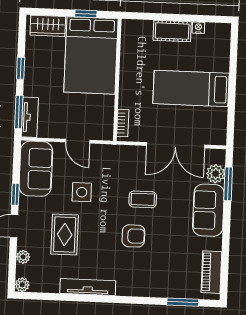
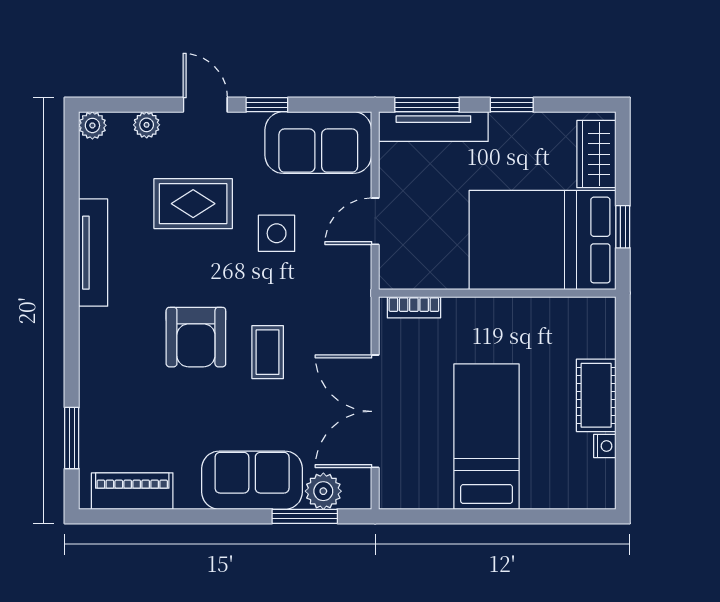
tv unit: (30, 117) -> (433, 127), width x1.41
armchair: (133, 236) -> (196, 337), width x1.38, depth x1.38

